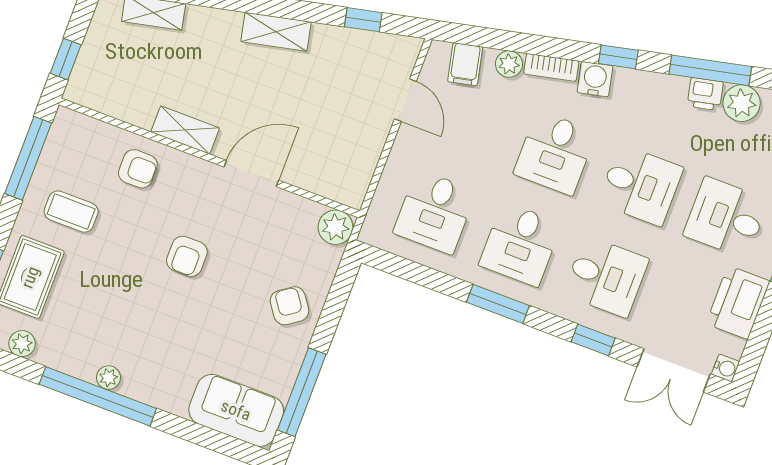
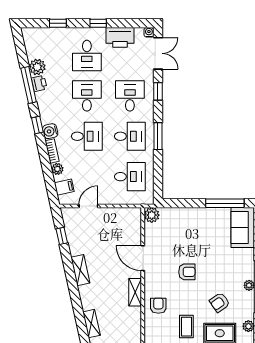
armchair: (289, 306) -> (220, 302), moved

